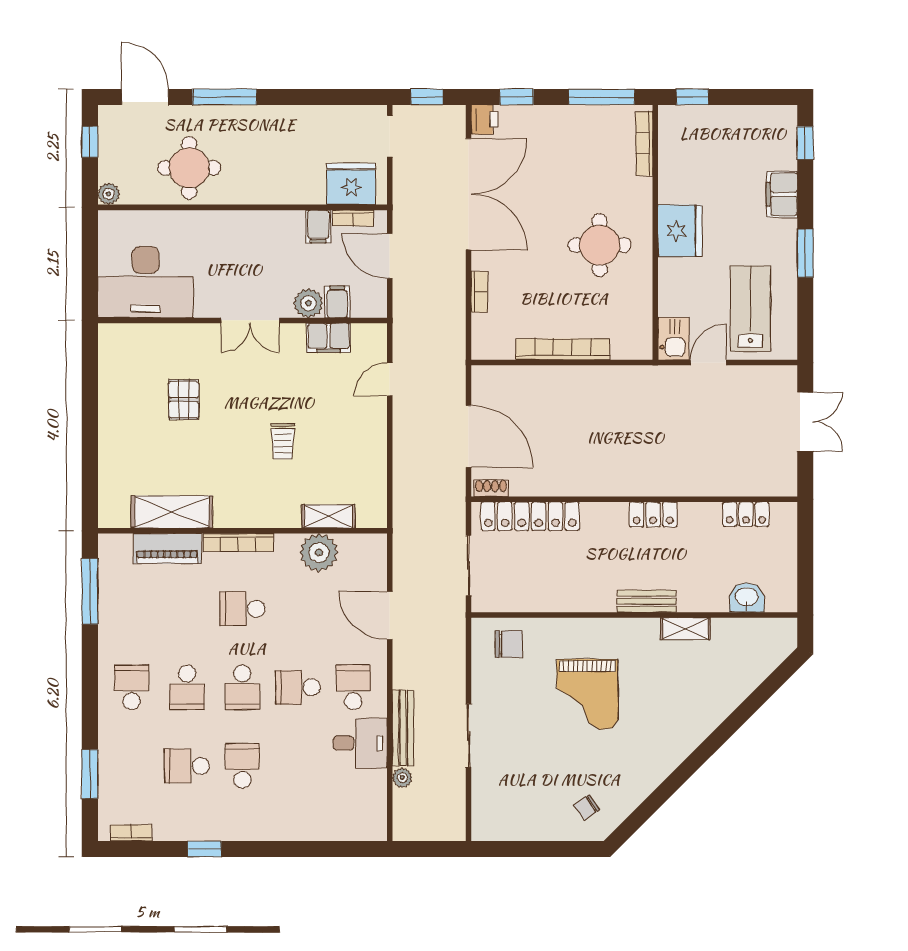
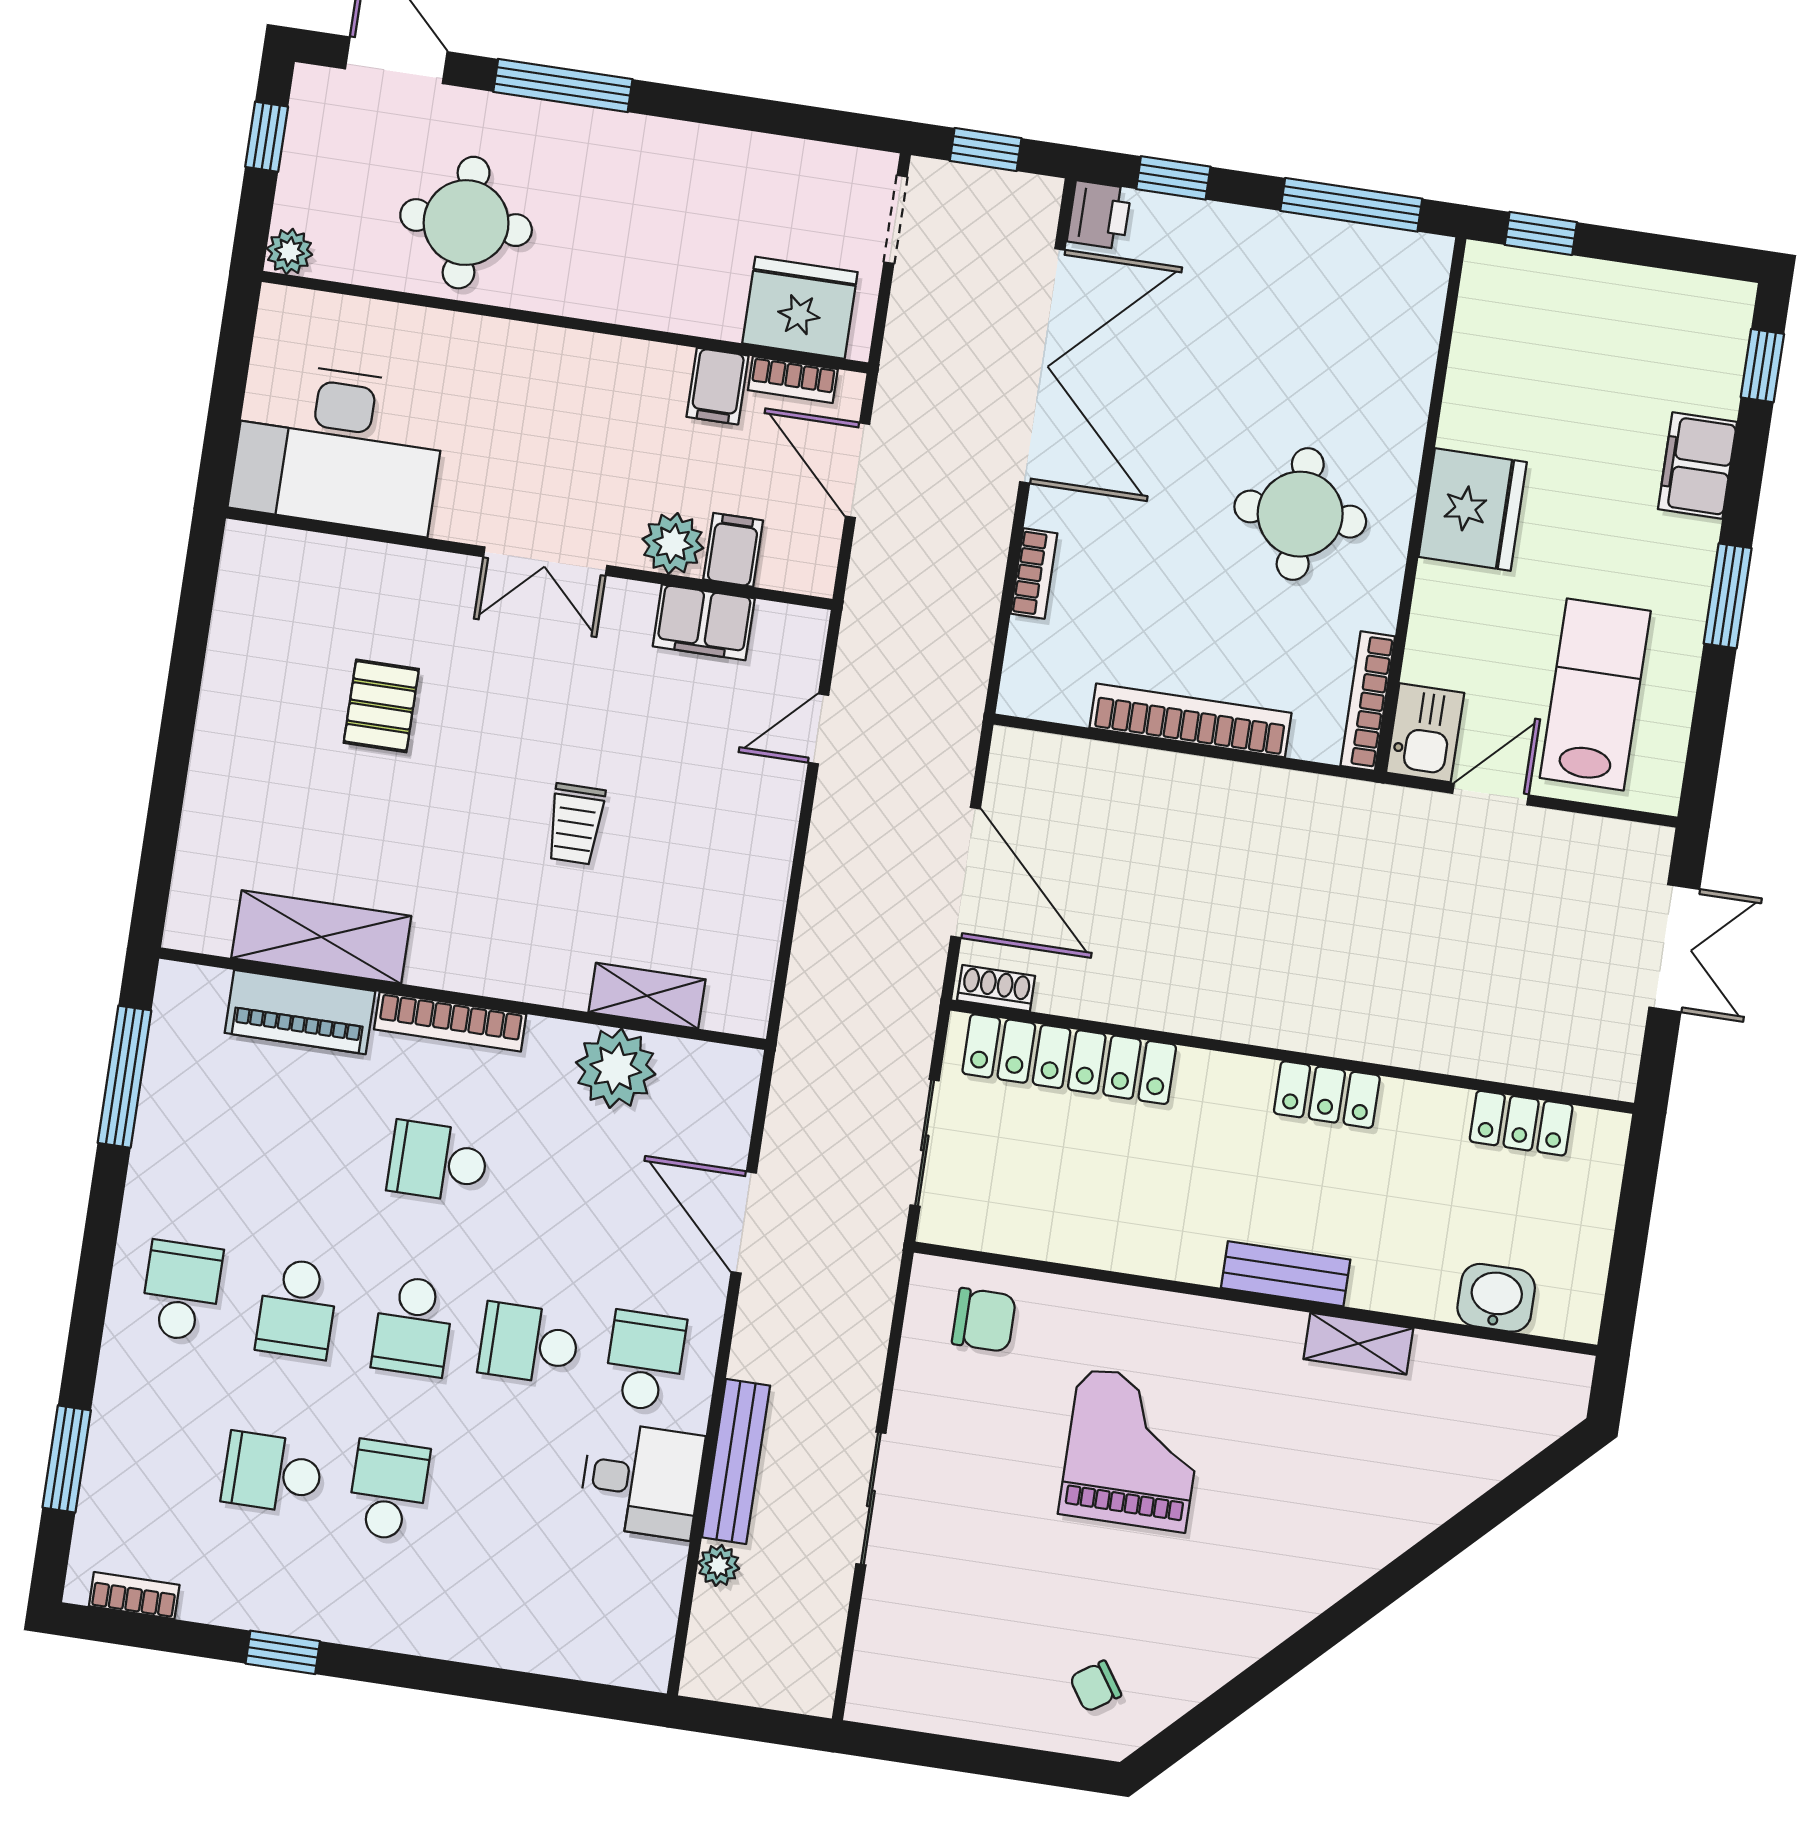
bookcase: (644, 143) -> (1368, 701), moved
grand piano: (587, 694) -> (1132, 1450), turned 180

